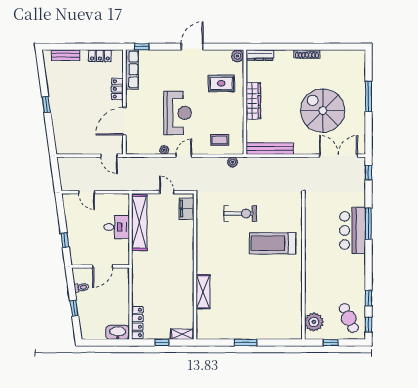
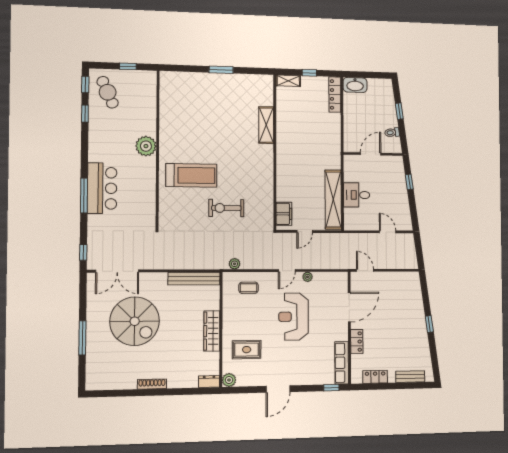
dresser: (260, 55) -> (209, 382), width x0.70
door: (167, 192) -> (305, 231), hinge flipped
plant: (314, 322) -> (146, 146), moved

